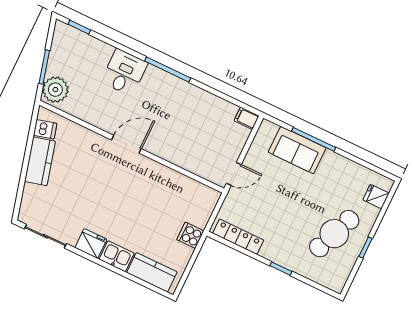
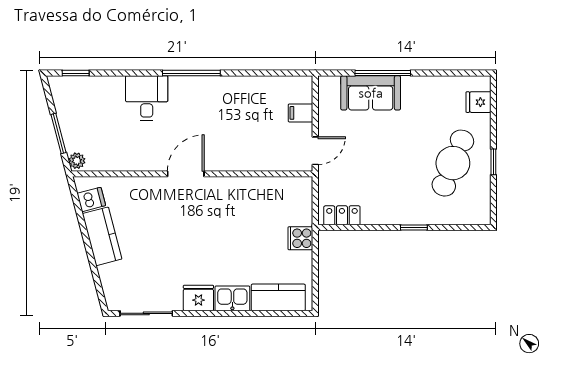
plant: (55, 90) -> (77, 161), width x0.53, depth x0.53
filing cabinet: (247, 118) -> (300, 113), moved
locker: (238, 237) -> (342, 215), width x0.66

